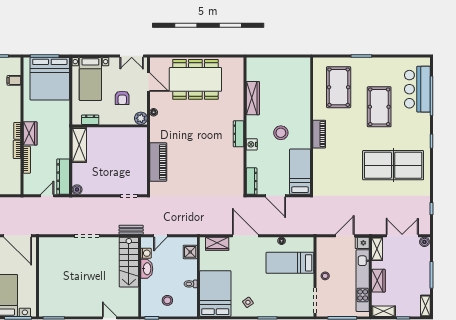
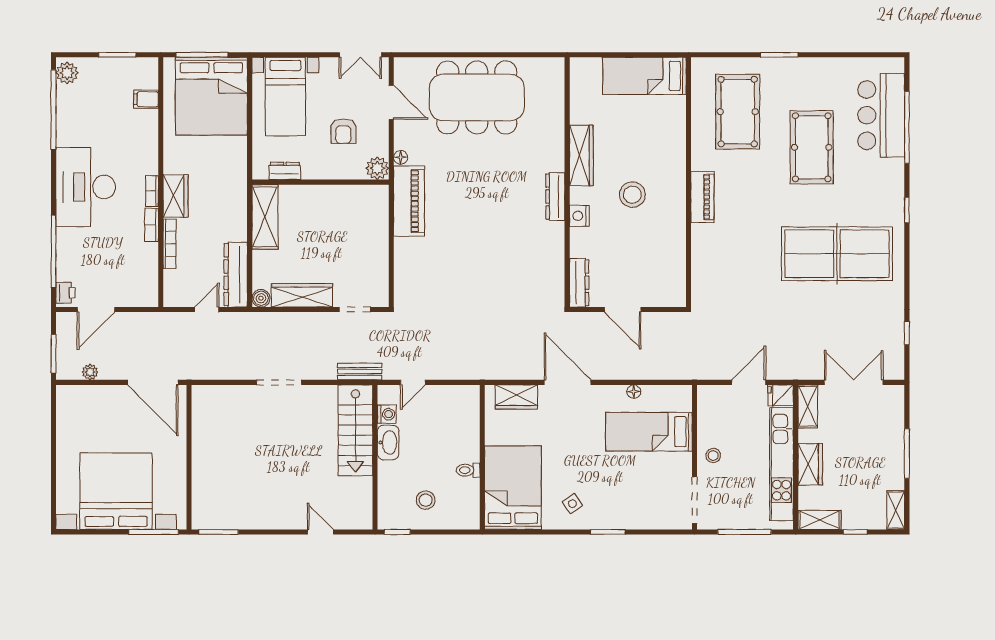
wardrobe: (253, 98) -> (581, 155), moved
piano: (158, 162) -> (409, 201), moved
bed: (300, 172) -> (644, 76), moved, turned -90
wardrobe: (99, 188) -> (302, 295), added
boiler: (424, 242) -> (894, 393), removed
shower: (190, 252) -> (467, 412), removed

